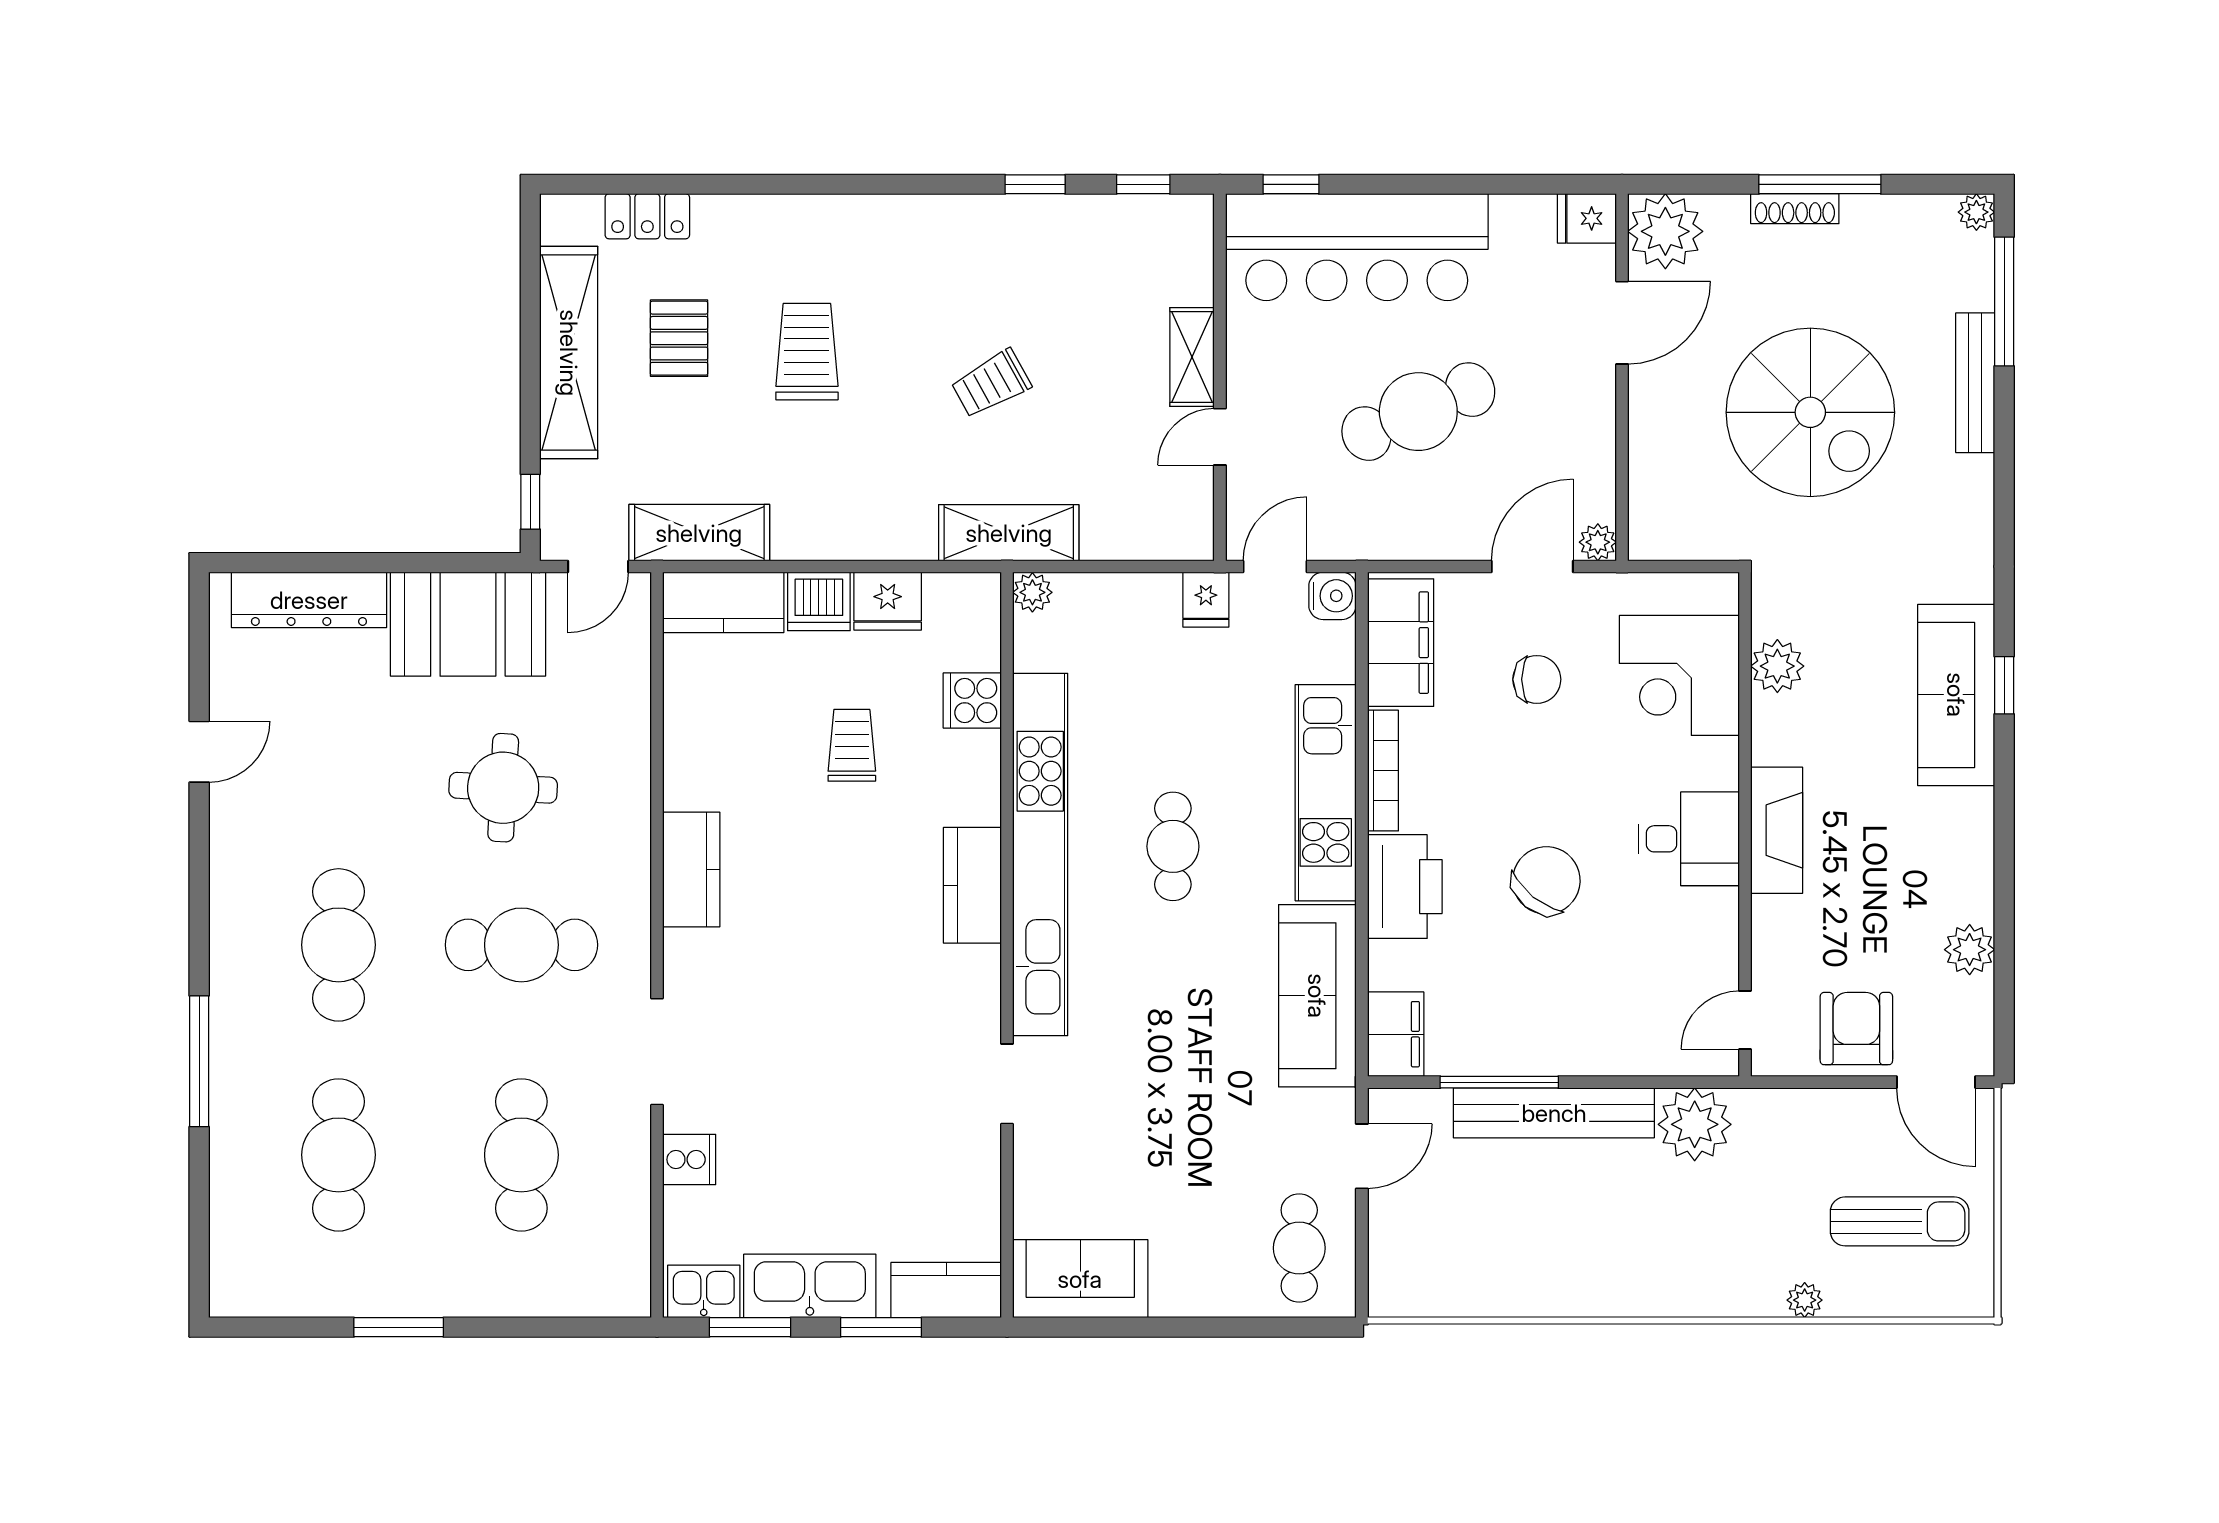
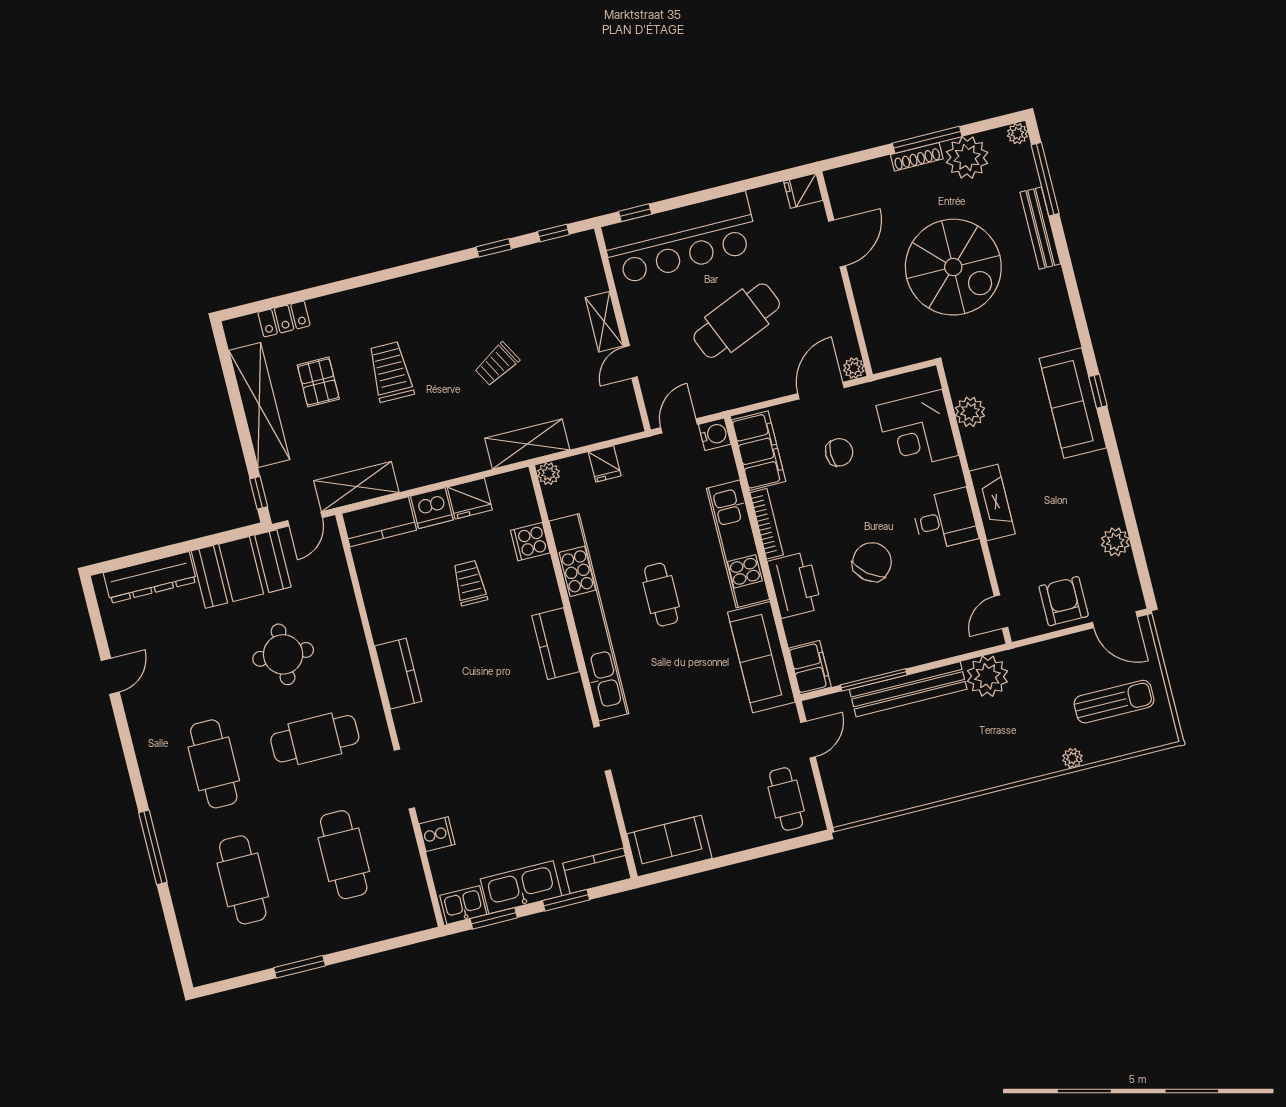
plant: (1665, 231) -> (967, 158), moved
fridge: (1206, 600) -> (605, 464), moved

